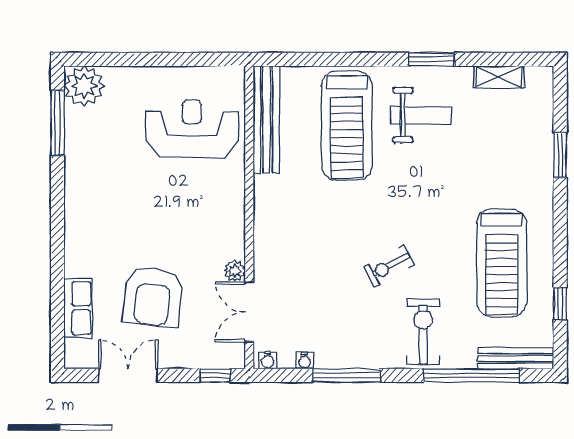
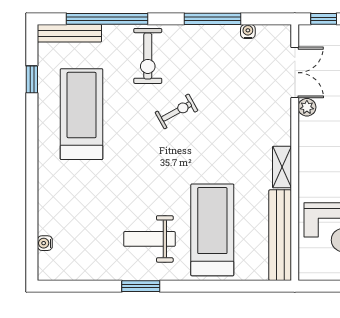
shelving: (499, 77) -> (282, 167), moved, turned 90
window: (560, 155) -> (32, 205), removed
water cooler: (268, 360) -> (45, 243), moved, turned -90

